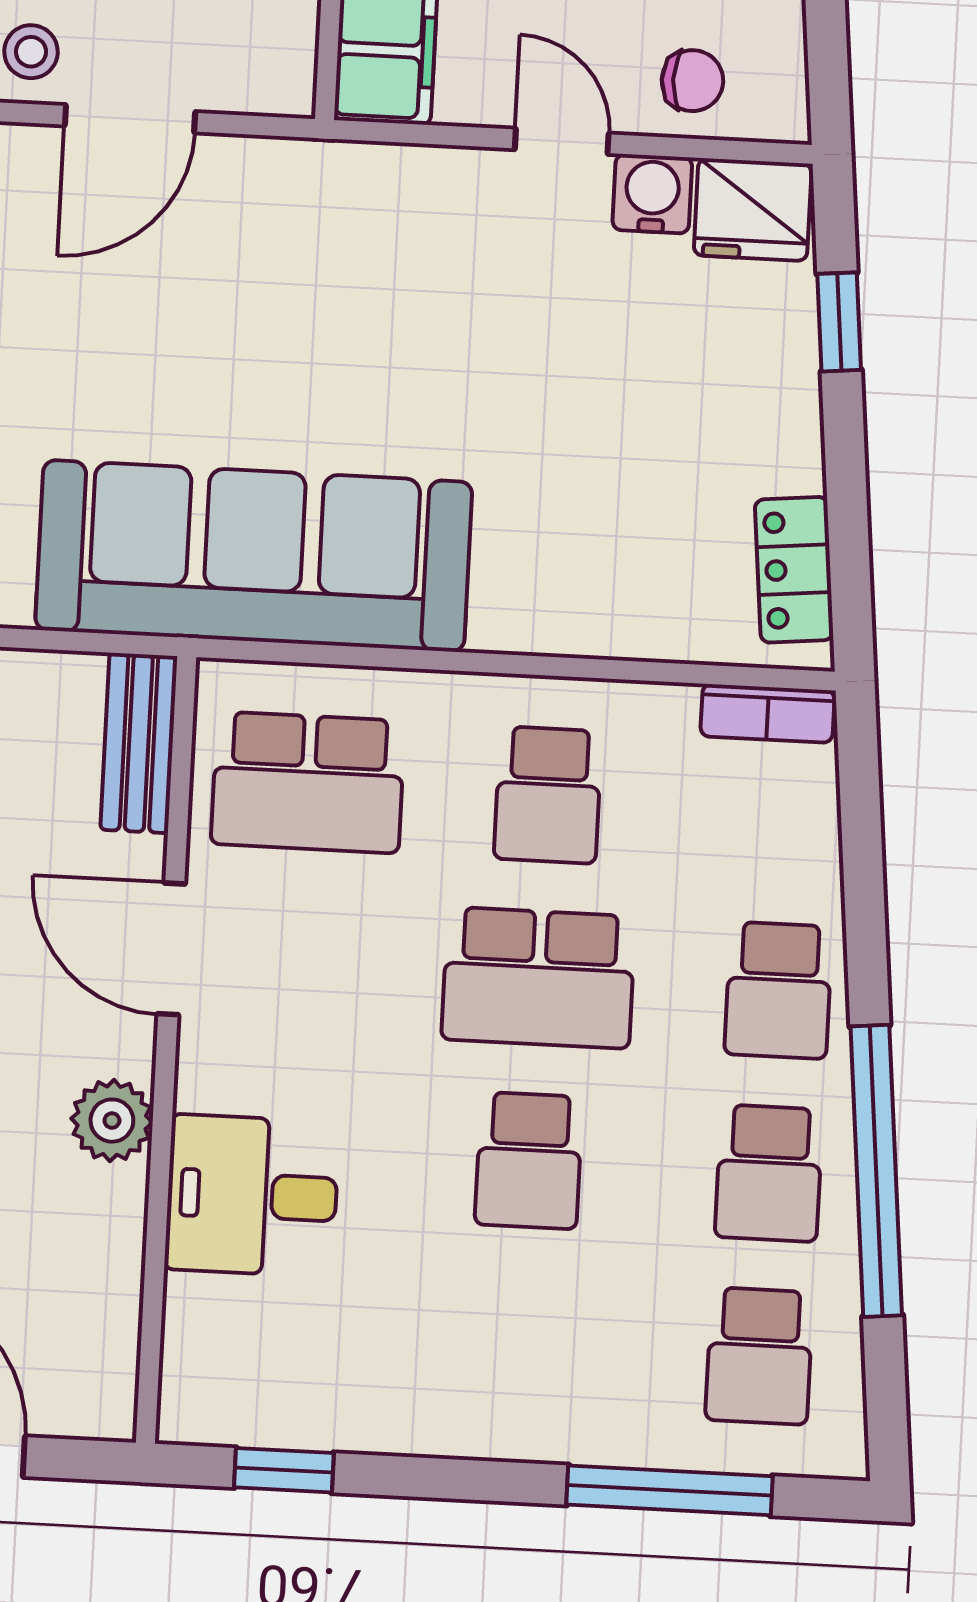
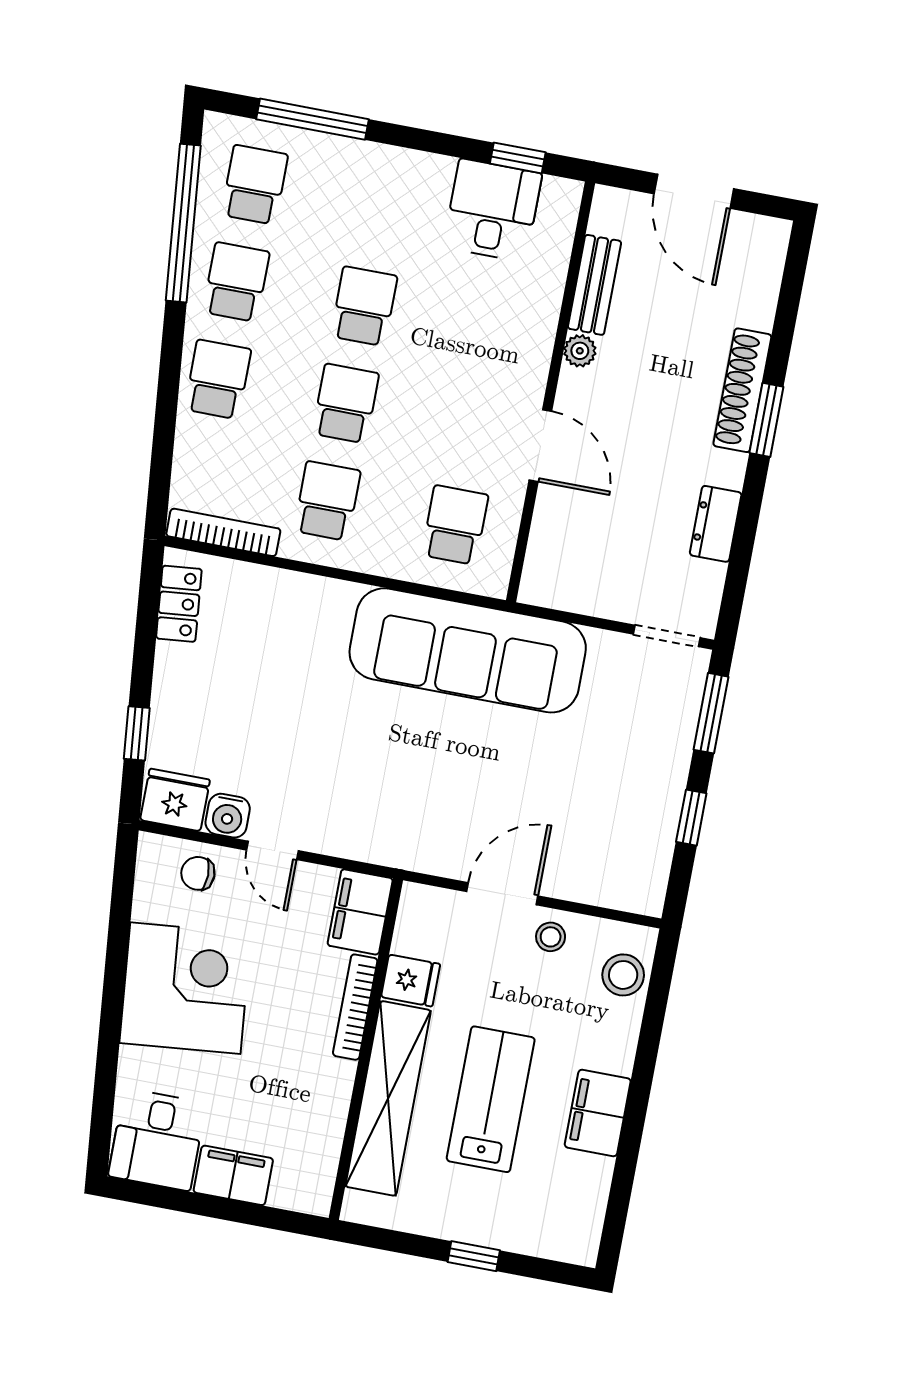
bookcase: (768, 713) -> (223, 532), width x1.56
bench: (139, 743) -> (595, 285), moved
school desk: (308, 782) -> (455, 525), width x0.54
school desk: (538, 978) -> (346, 404), width x0.54
plant: (112, 1121) -> (580, 351), width x0.73, depth x0.73
window: (876, 1171) -> (183, 223), moved
desk: (252, 1196) -> (493, 210), moved, turned -90

